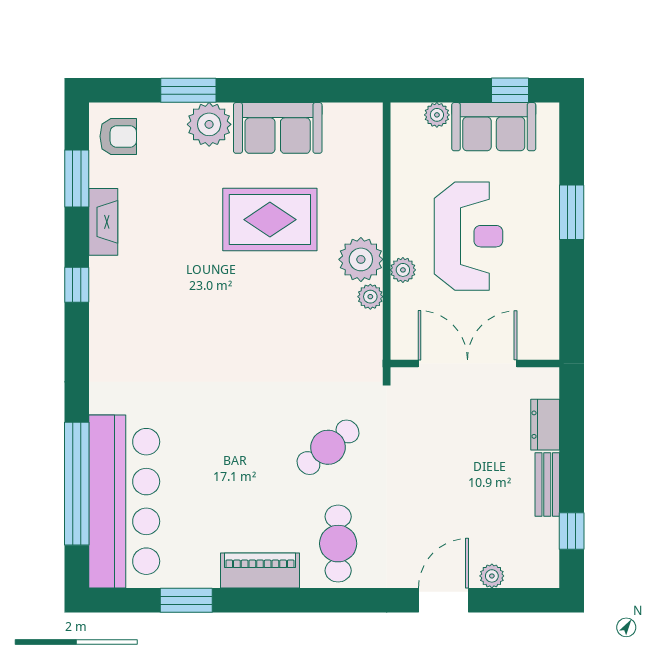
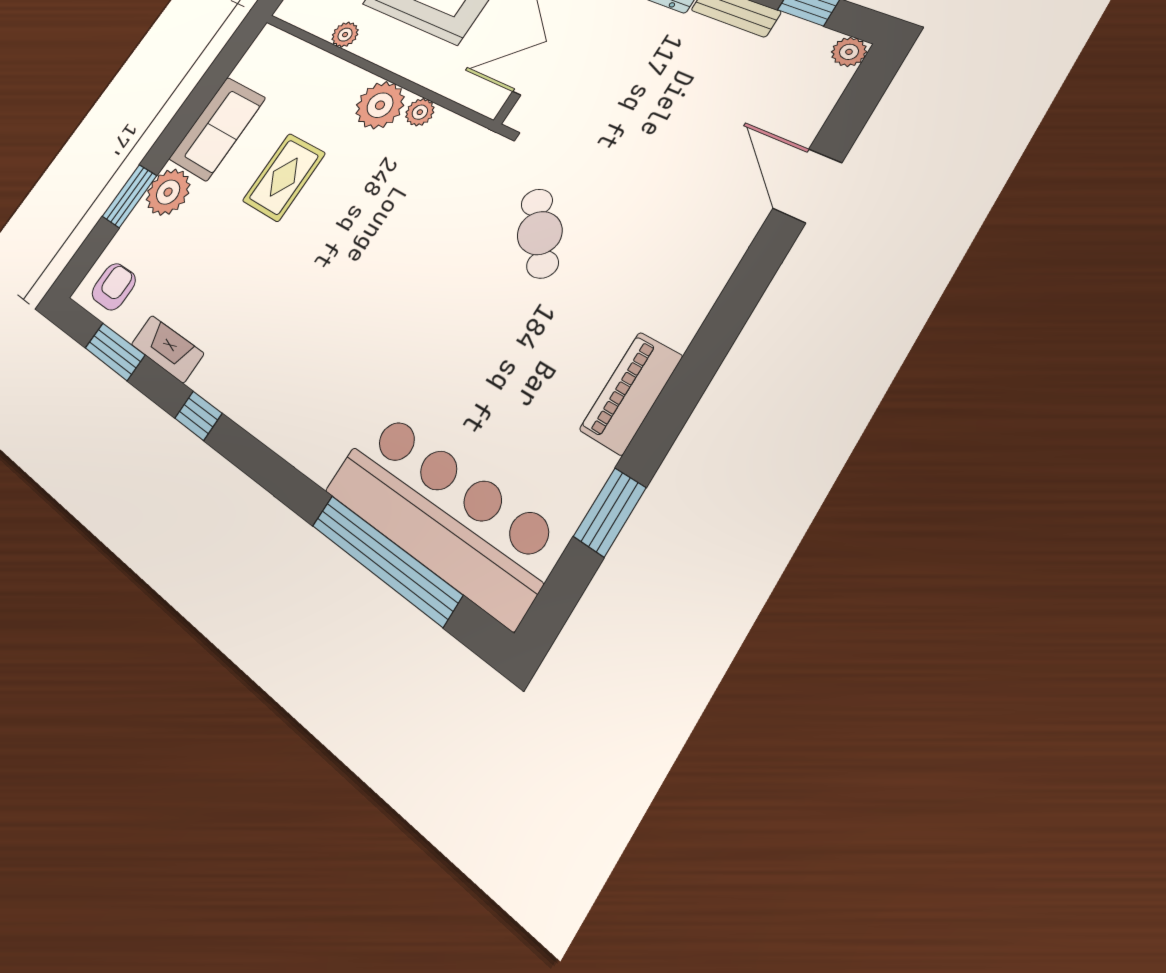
rug: (270, 220) -> (284, 177), width x0.73, depth x0.70
plant: (403, 270) -> (345, 35), moved
cafe table: (338, 544) -> (657, 278), removed
plant: (492, 576) -> (849, 52), moved

